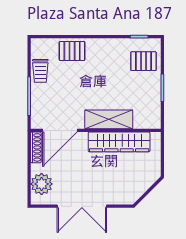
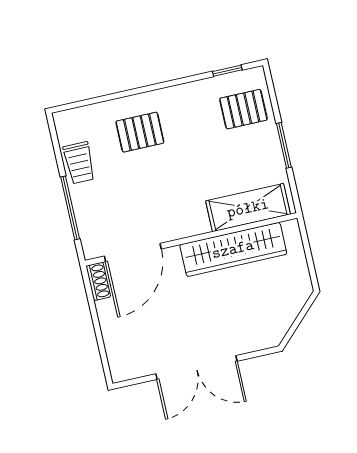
pallet: (72, 51) -> (140, 132), moved
shelving: (109, 119) -> (248, 208), moved
shoe rack: (36, 147) -> (98, 281), width x0.70
plant: (42, 184) -> (123, 346), removed

